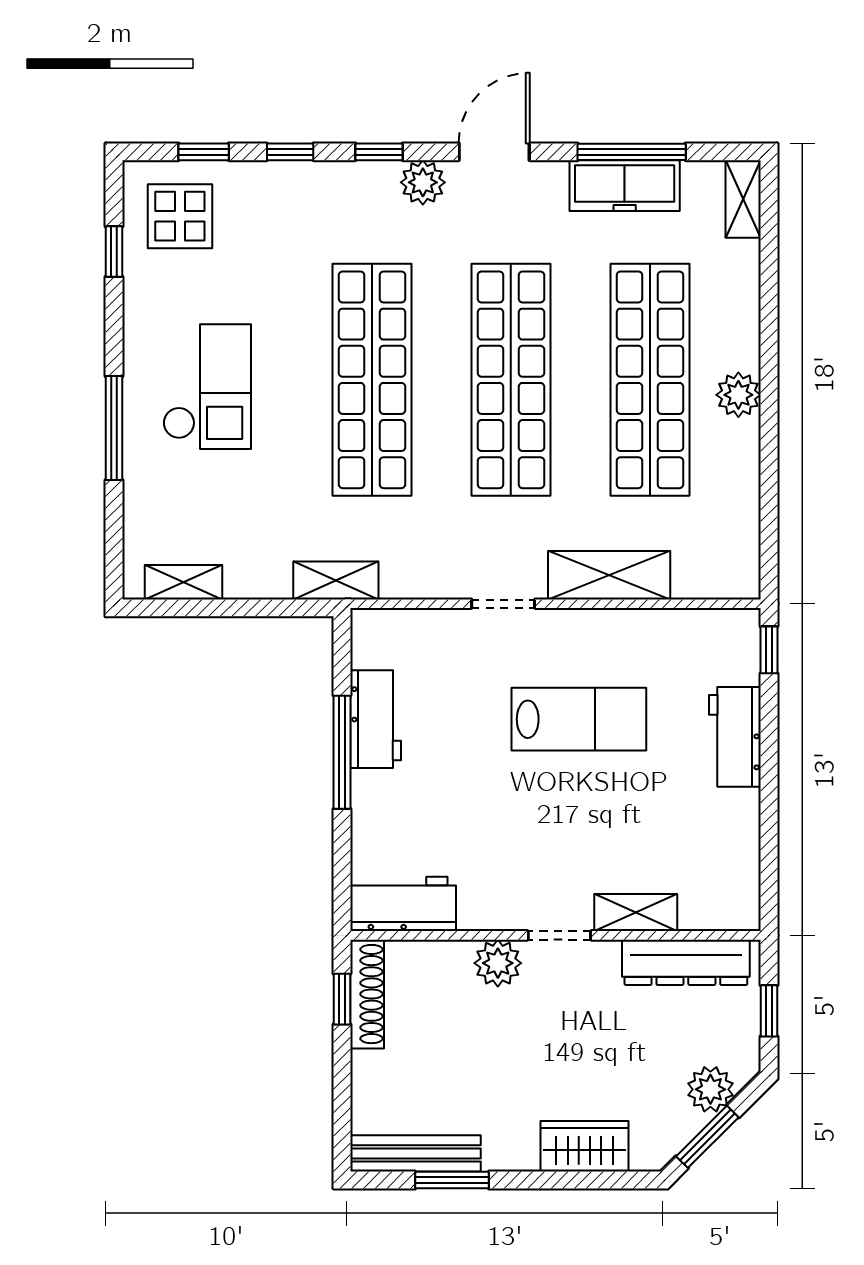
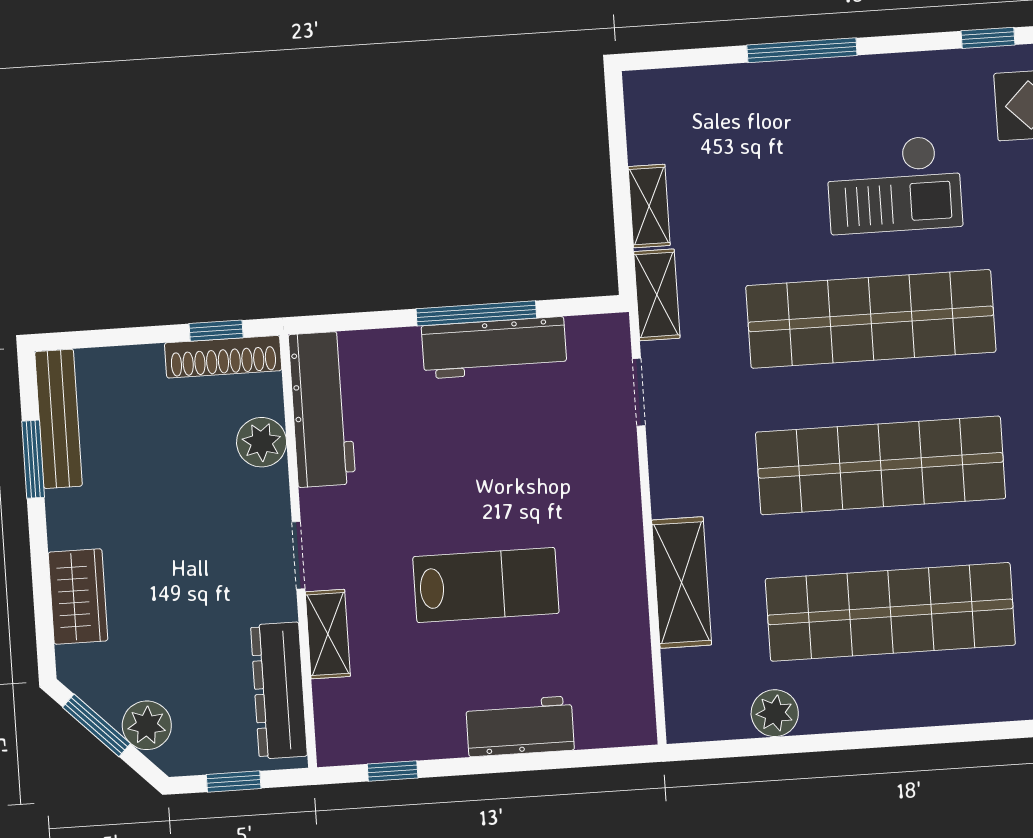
checkout: (207, 387) -> (894, 185), moved
plant: (738, 395) -> (775, 713), moved
shelving: (183, 582) -> (649, 206), moved
doorway: (503, 604) -> (639, 392), moved
window: (769, 650) -> (393, 771), moved
workbench: (376, 719) -> (494, 348), width x1.38
lab bench: (579, 719) -> (486, 585), moved, turned -90
workbench: (403, 904) -> (322, 409), width x1.38
plant: (498, 963) -> (262, 442), moved

